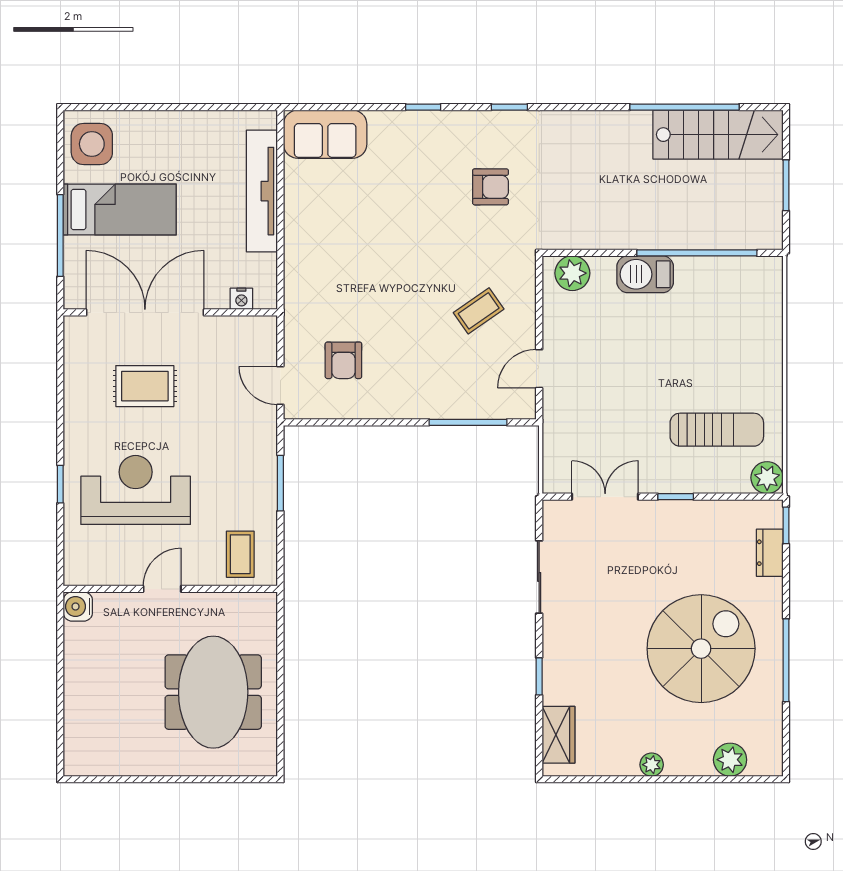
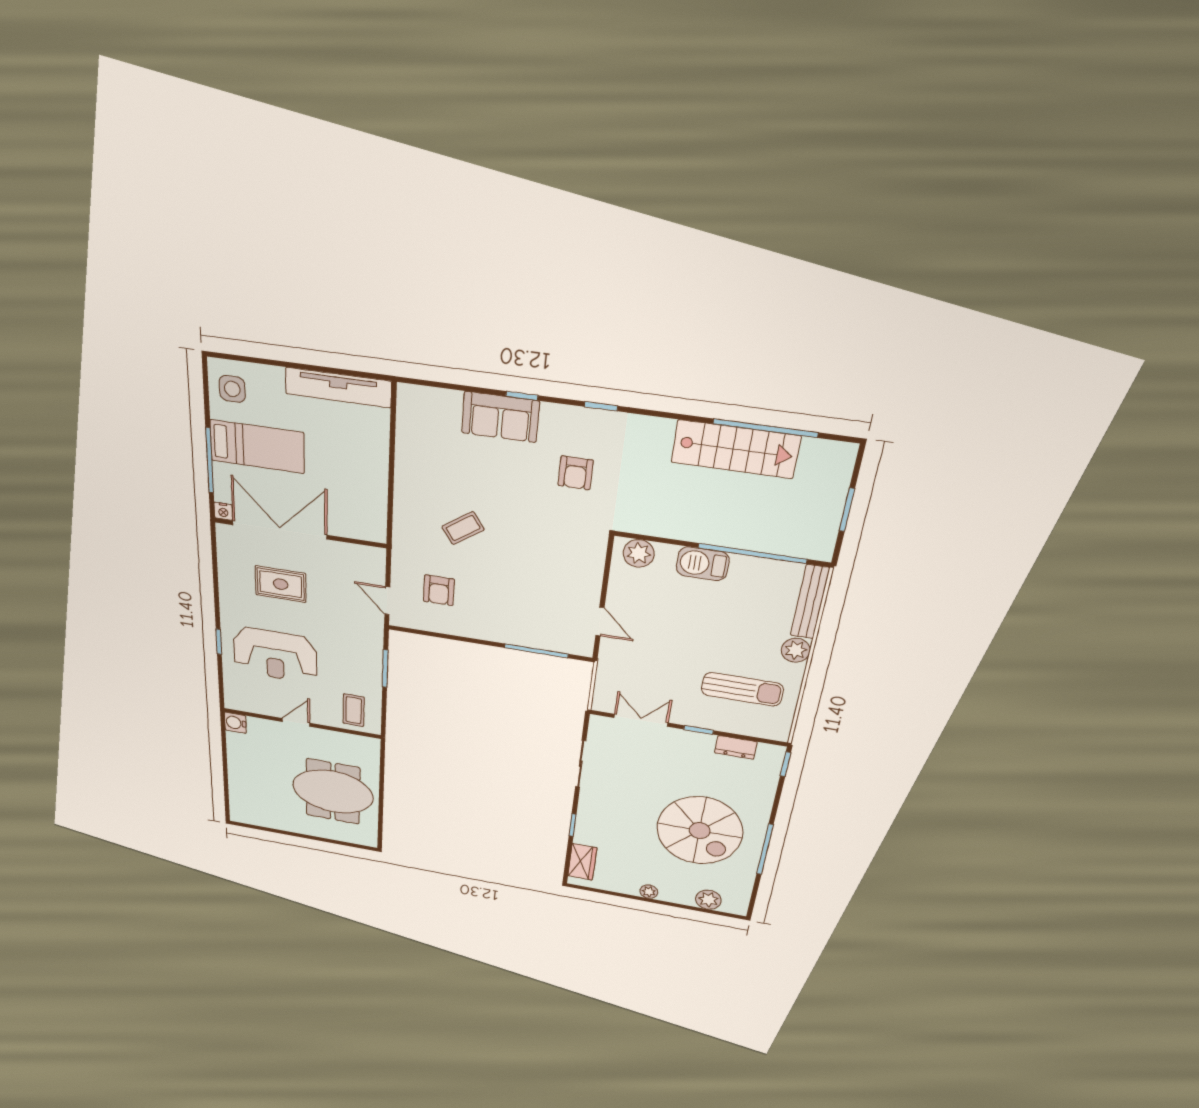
sofa: (325, 134) -> (500, 417), moved
stairs: (718, 135) -> (735, 449), moved
side table: (92, 144) -> (232, 389), width x0.73, depth x0.73
armchair: (490, 187) -> (576, 473), turned 90
tv unit: (262, 191) -> (338, 388), moved, turned -90
nightstand: (241, 299) -> (223, 511), moved
bench: (770, 302) -> (810, 602), added
coffee table: (479, 311) -> (463, 528), moved
door: (539, 369) -> (600, 622), swing flipped
plant: (767, 478) -> (796, 650), moved
reception desk: (136, 490) -> (275, 655), turned 180
dresser: (770, 553) -> (736, 747), moved, turned -90
spiral stairs: (701, 649) -> (700, 831), turned 90
meeting table: (213, 692) -> (333, 792), turned 90

